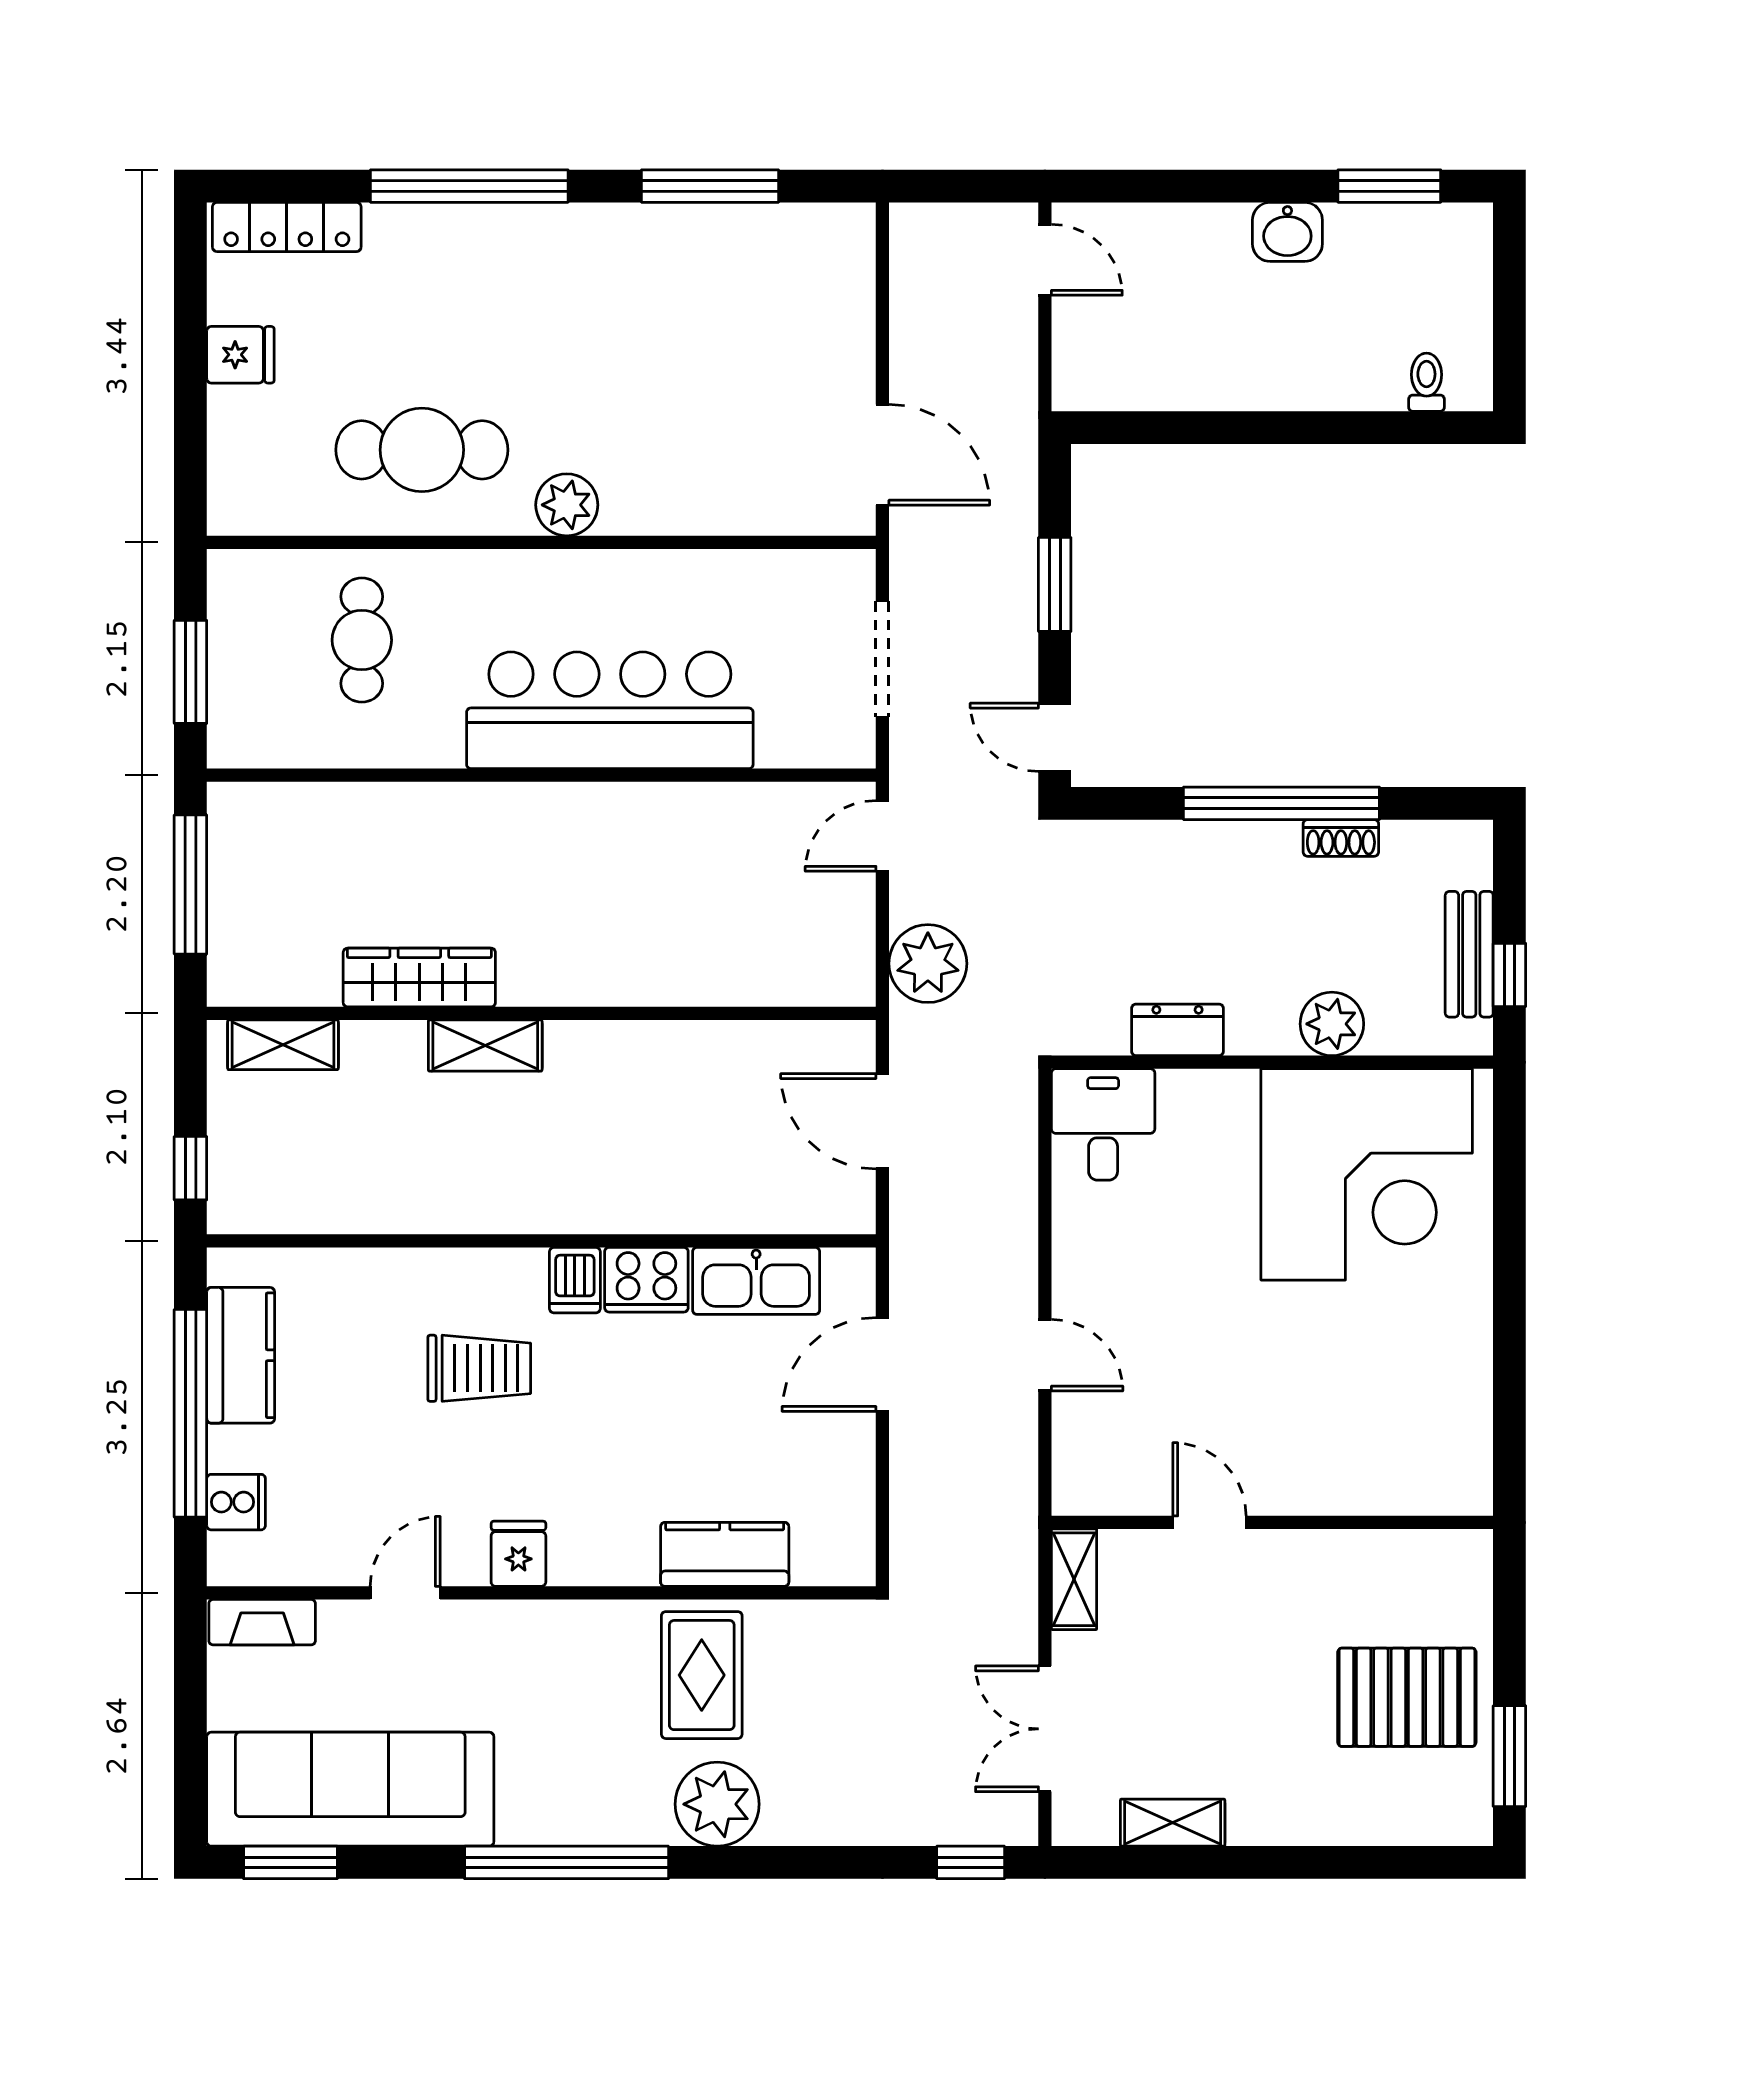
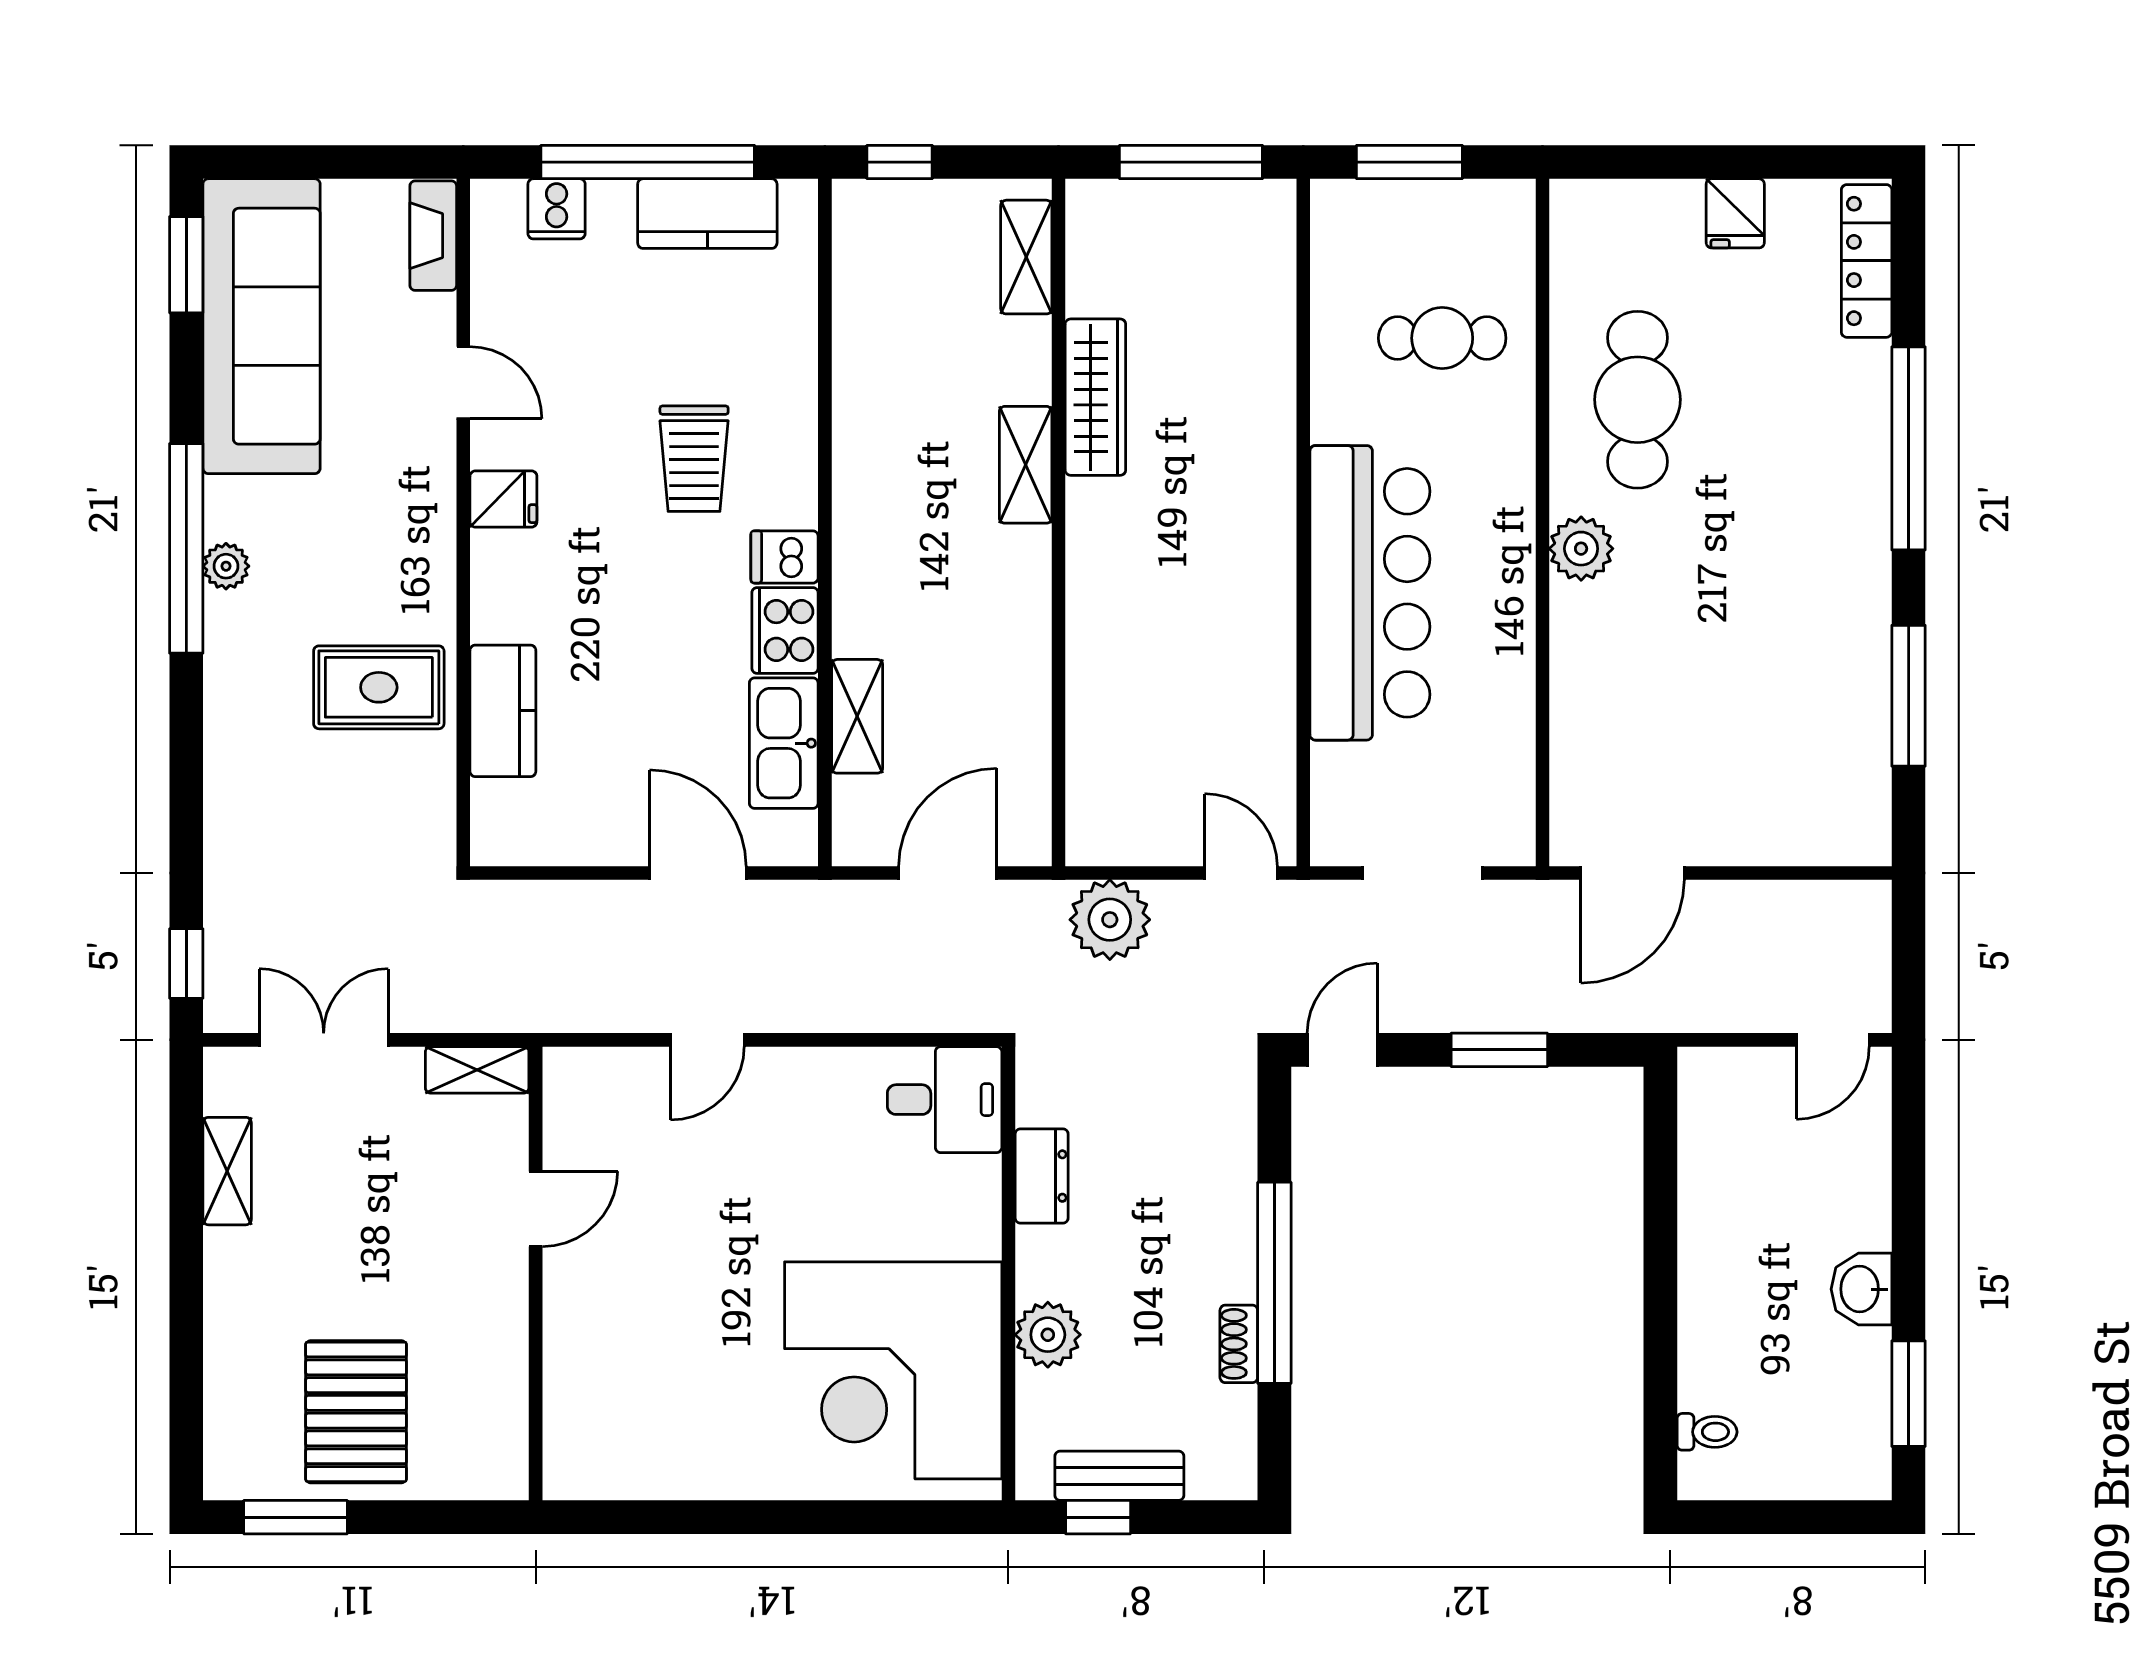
shelving: (730, 1209) -> (857, 716), added
plant: (717, 1804) -> (226, 566), moved, width x0.53, depth x0.53

